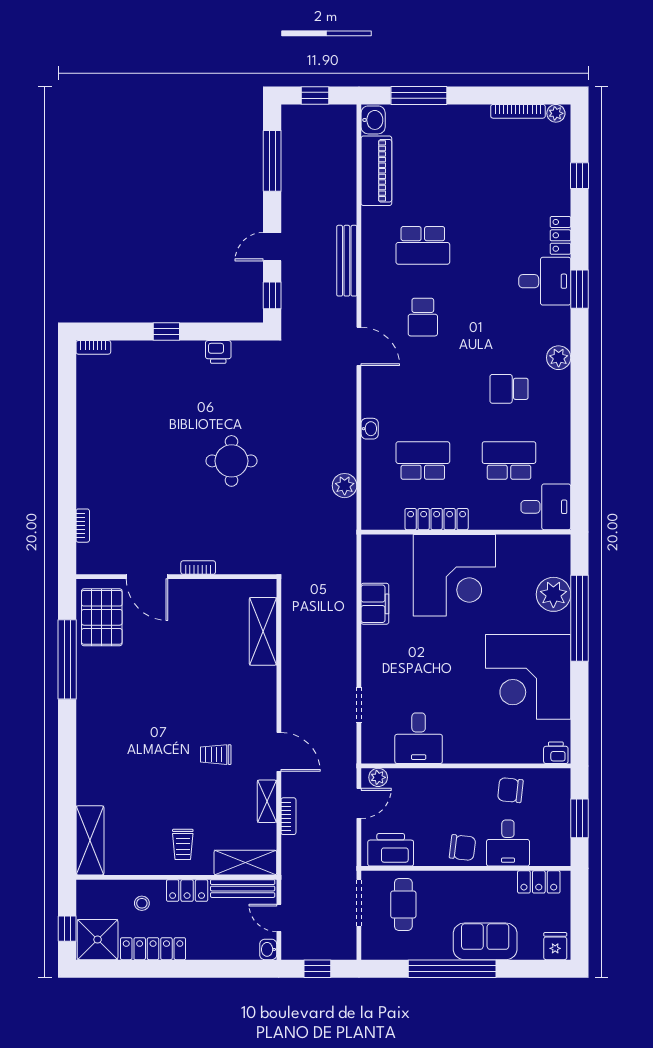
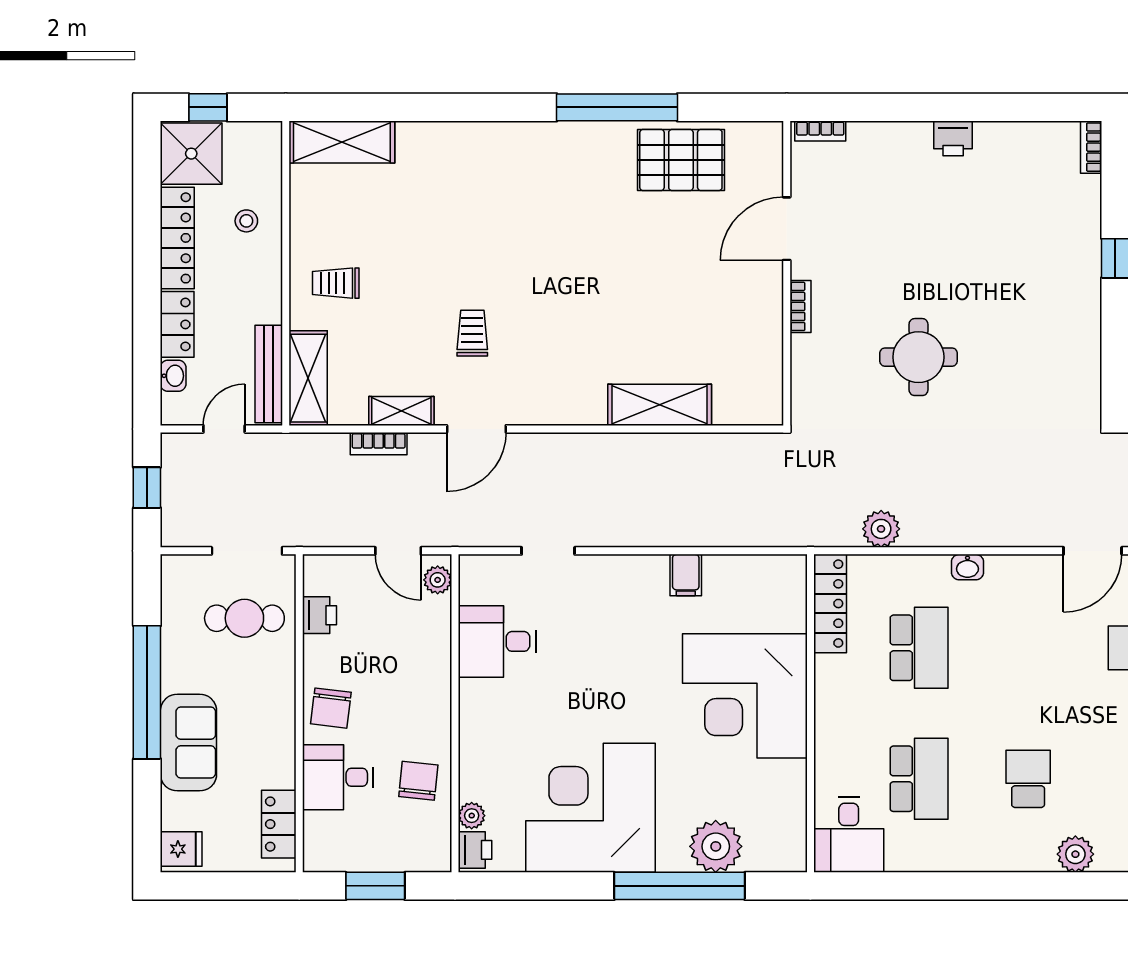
printer: (218, 352) -> (953, 138), moved, turned -90
locker: (437, 519) -> (830, 604), moved
bookcase: (198, 568) -> (801, 306), moved
door: (147, 577) -> (787, 229), moved
wall: (176, 577) -> (787, 273), moved
filing cabinet: (375, 604) -> (686, 575), width x0.50
plant: (533, 755) -> (472, 816), added
printer: (391, 850) -> (319, 615), width x0.53, depth x0.68
locker: (187, 891) -> (177, 324), moved, turned 180
washbasin: (268, 949) -> (173, 376), moved, turned 90

